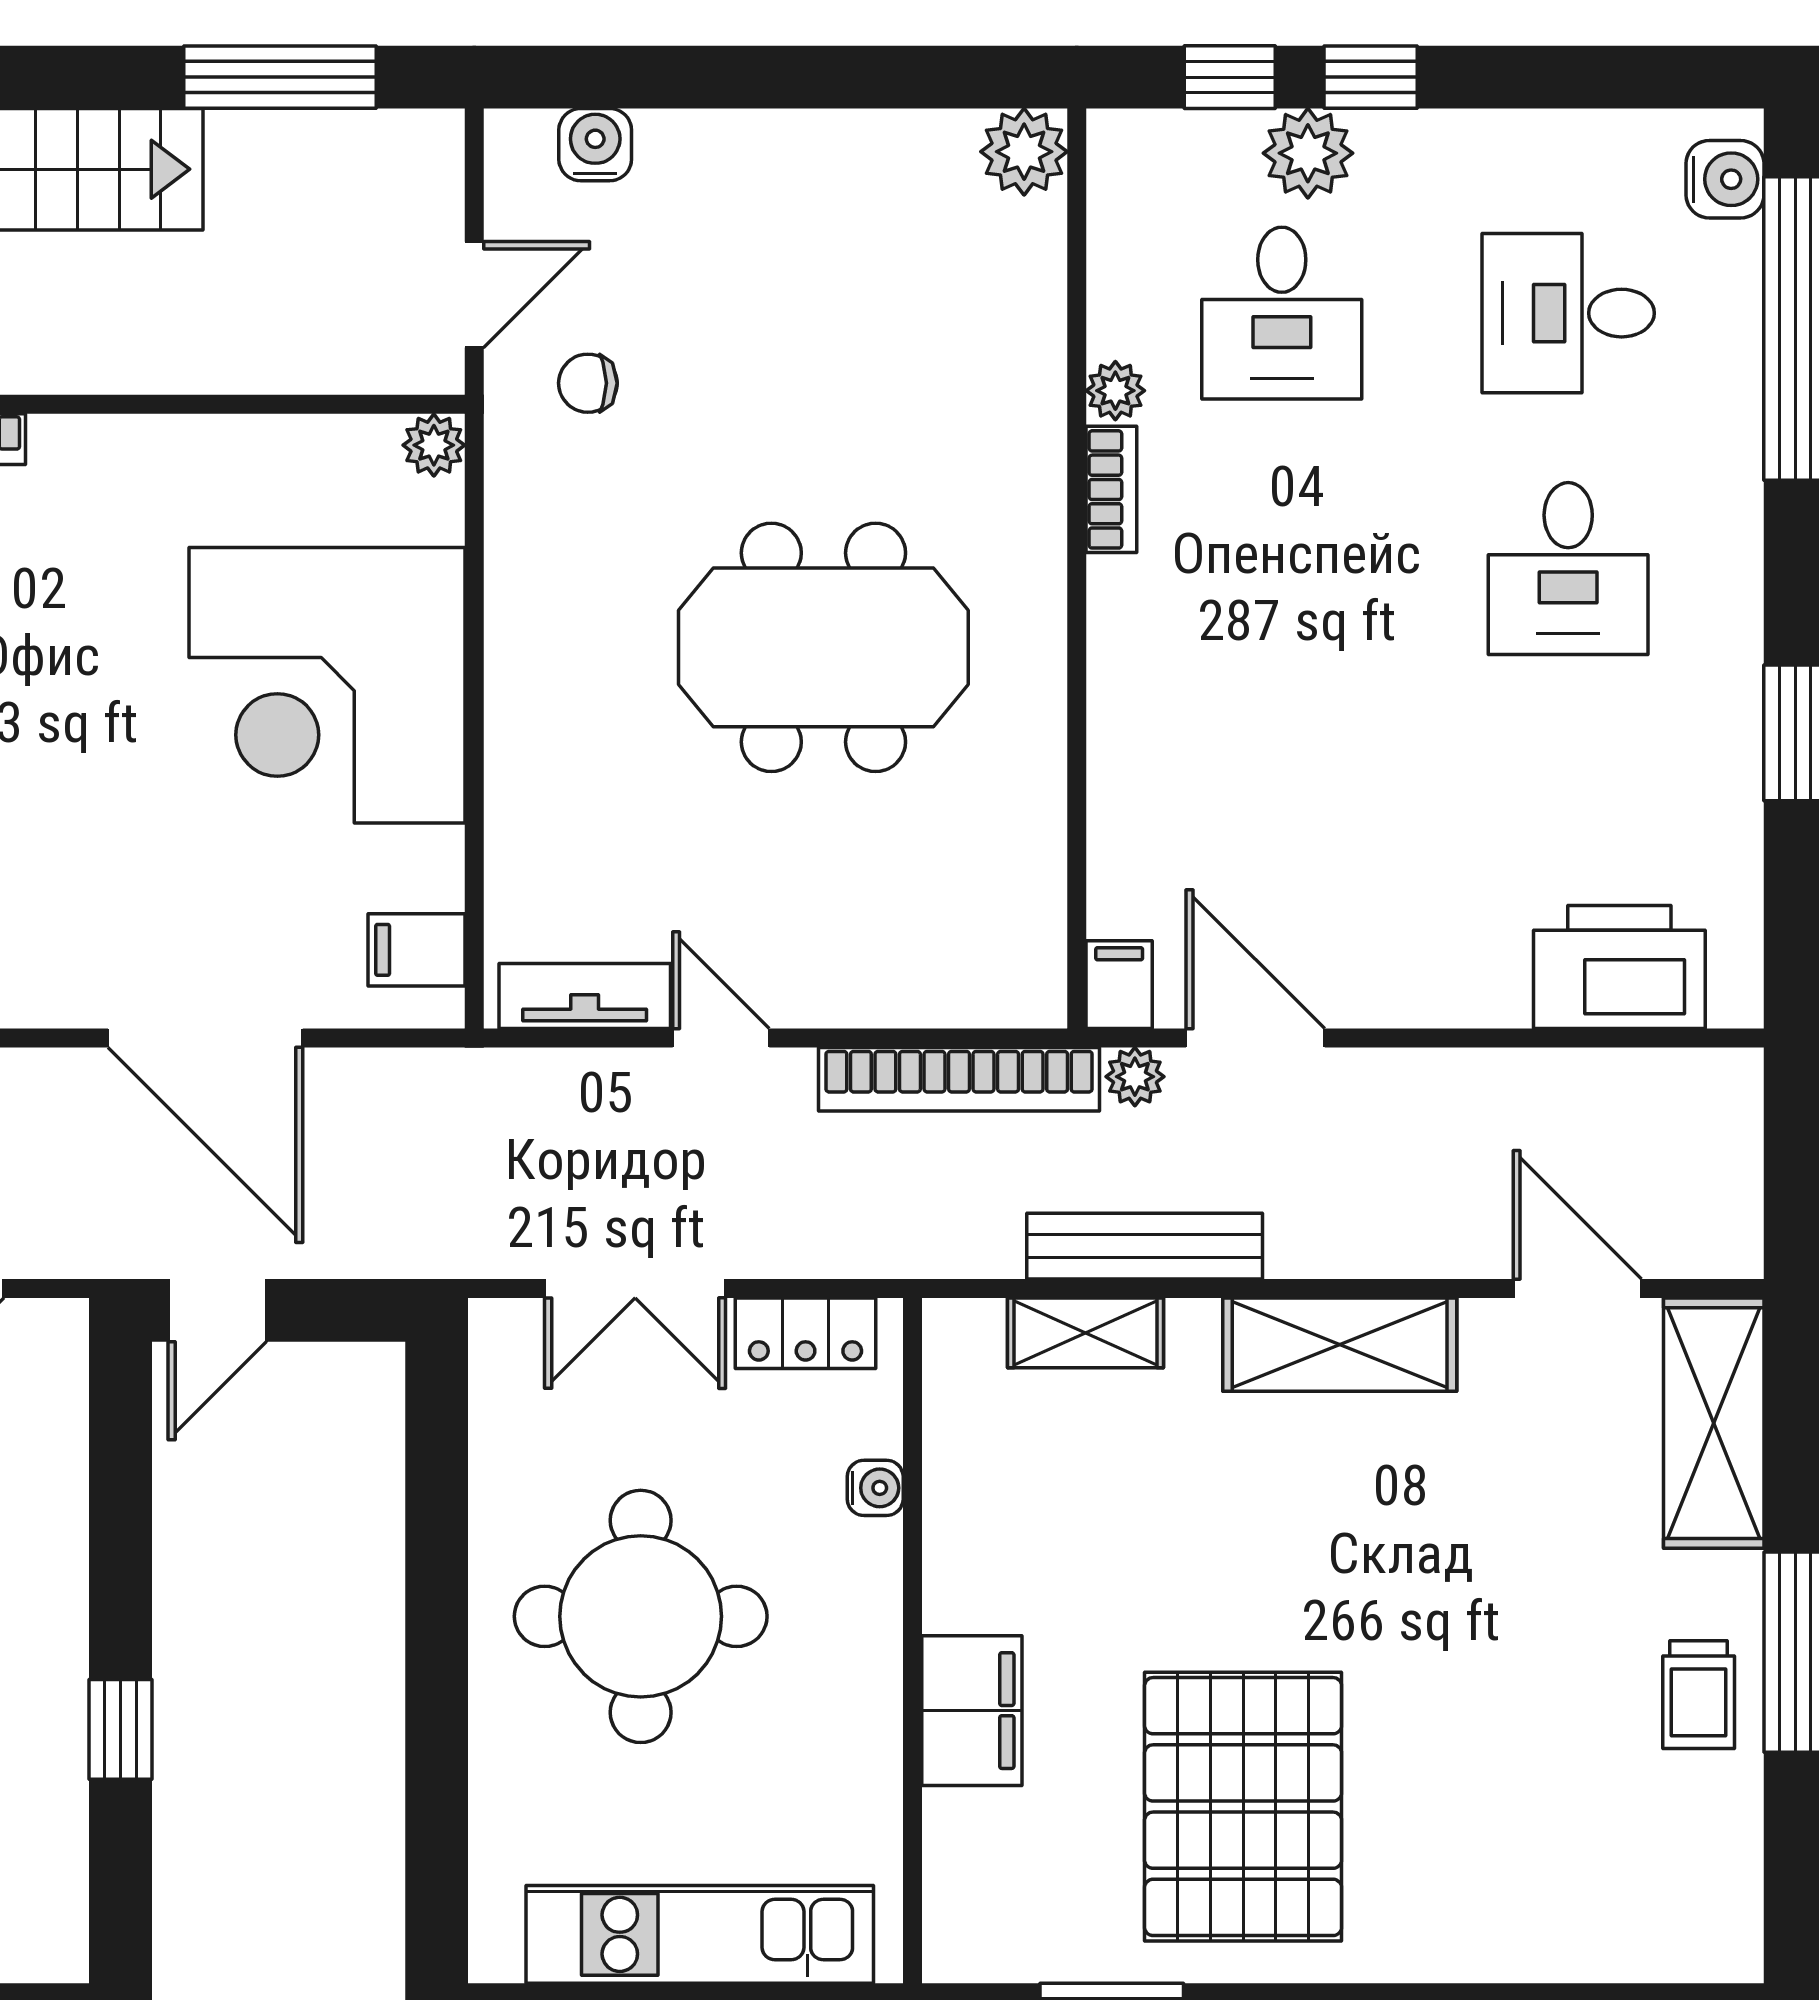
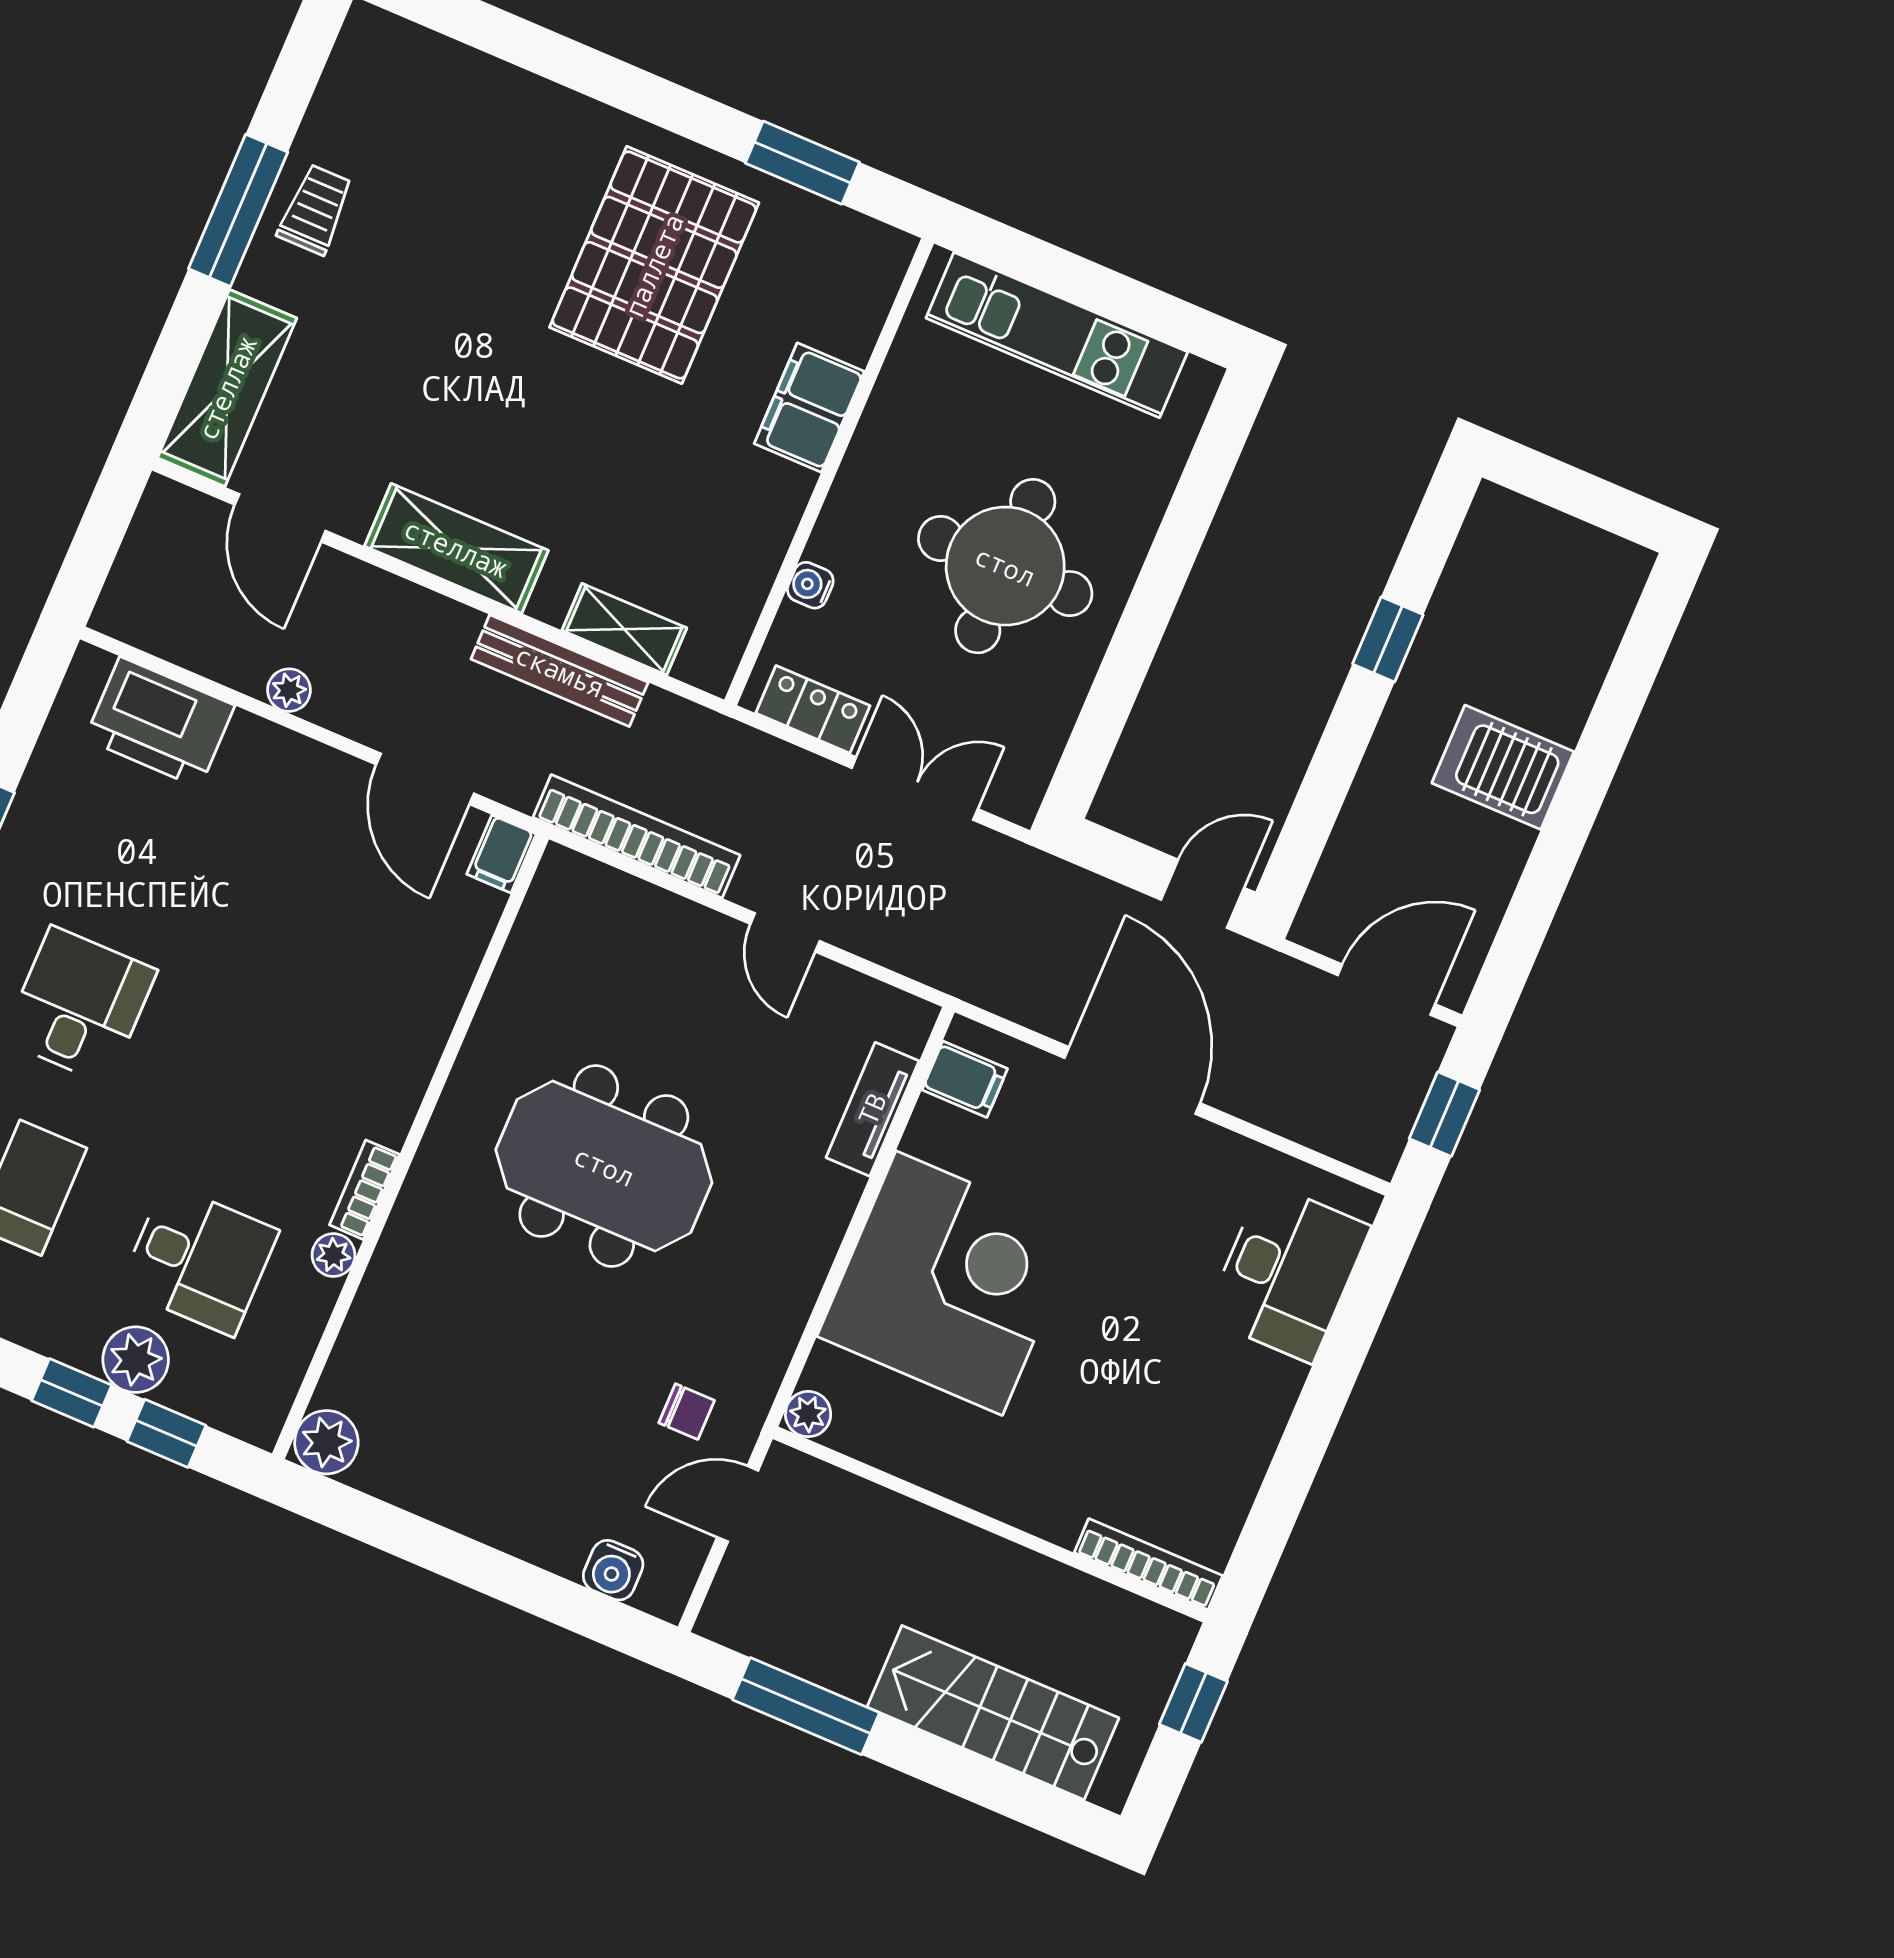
desk: (1282, 313) -> (199, 1259), turned 90
tv unit: (585, 996) -> (872, 1109), moved, turned 90
plant: (1135, 1077) -> (289, 690), moved

